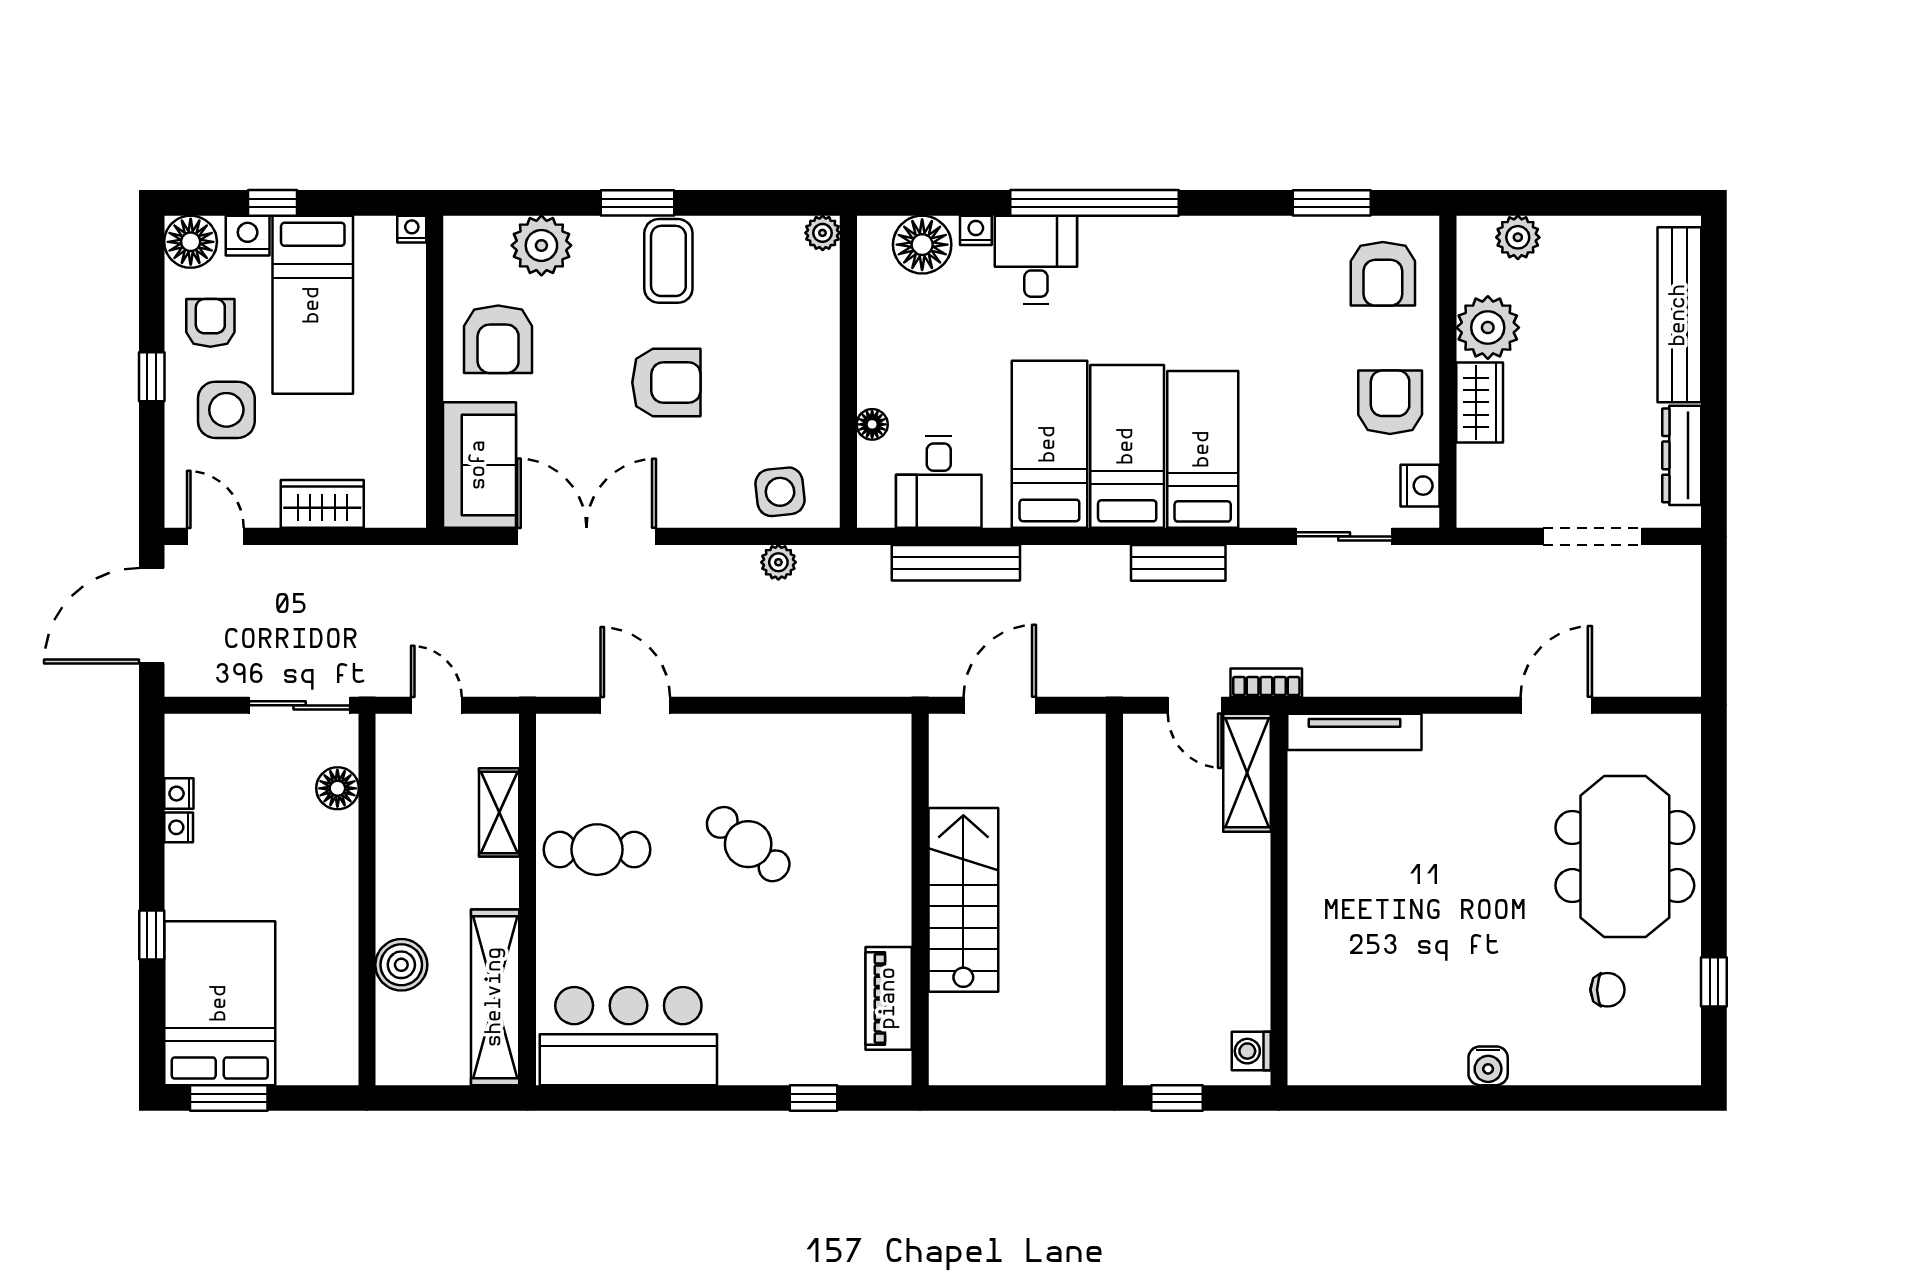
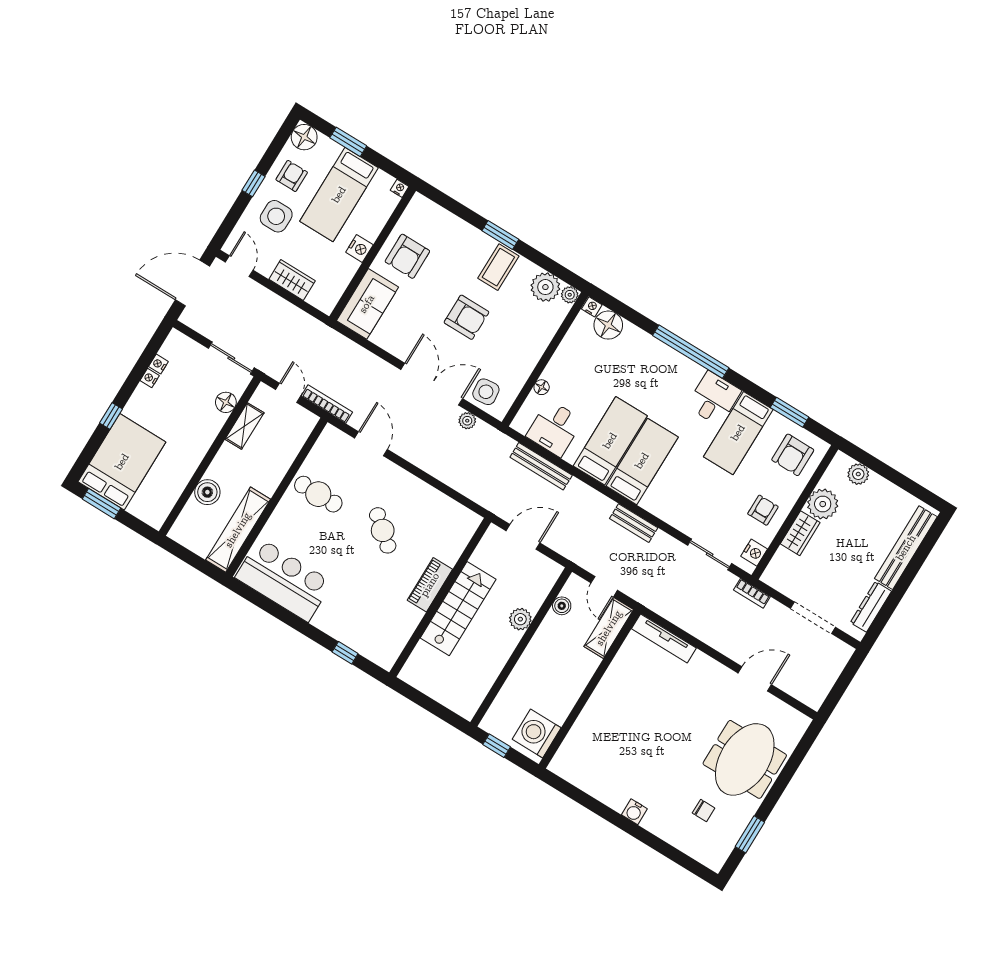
window: (273, 203) -> (348, 142), width x1.50
nightstand: (976, 230) -> (592, 307), moved
nightstand: (248, 236) -> (359, 249), moved, turned 90
plant: (541, 245) -> (545, 287), moved
desk: (1036, 260) -> (714, 398), moved
armchair: (1390, 402) -> (763, 510), width x0.72, depth x0.72
bed: (1203, 449) -> (738, 433), moved, turned 180
double door: (587, 536) -> (432, 384), moved
bookcase: (516, 683) -> (327, 404), added
bookcase: (1266, 683) -> (752, 593), moved, turned 180
boiler: (1141, 784) -> (562, 606), added
shelving: (499, 812) -> (244, 426), moved
plant: (1083, 852) -> (520, 619), added
window: (1714, 982) -> (750, 834), width x1.50
piano: (889, 998) -> (430, 585), moved
washing machine: (1251, 1051) -> (537, 734), width x1.89, depth x1.89

